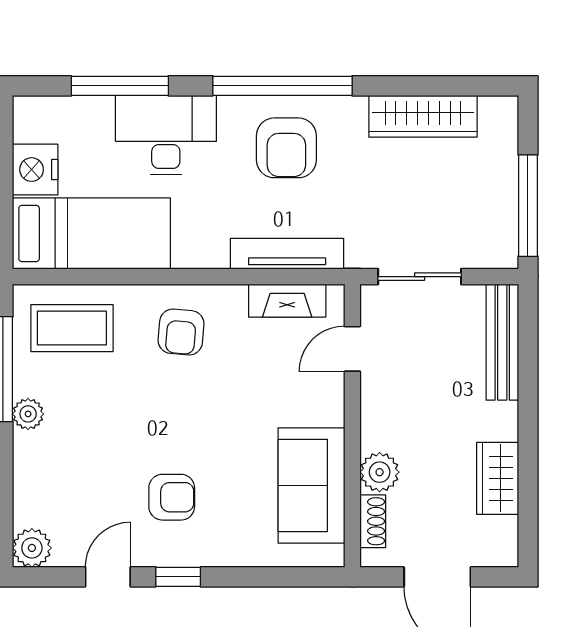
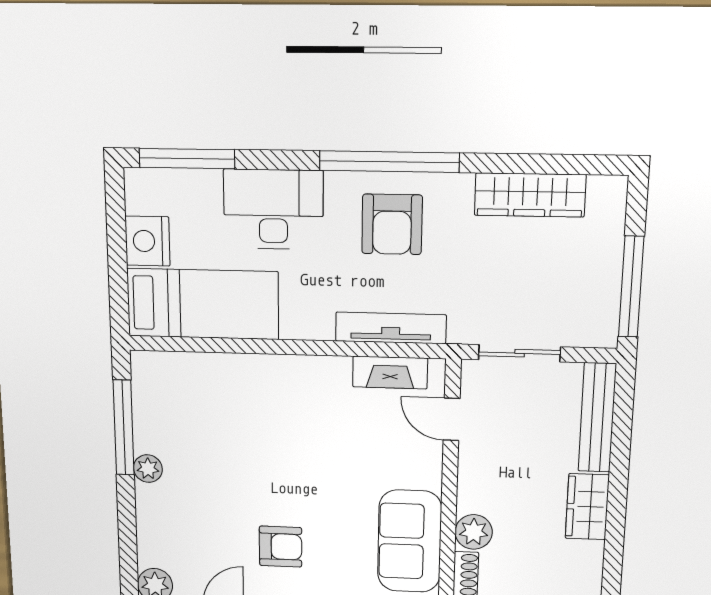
window: (120, 86) -> (187, 159), moved
coffee table: (72, 328) -> (186, 392), removed
armchair: (181, 332) -> (289, 399), removed
door: (352, 349) -> (452, 419), hinge flipped
wardrobe: (498, 478) -> (587, 507), moved

